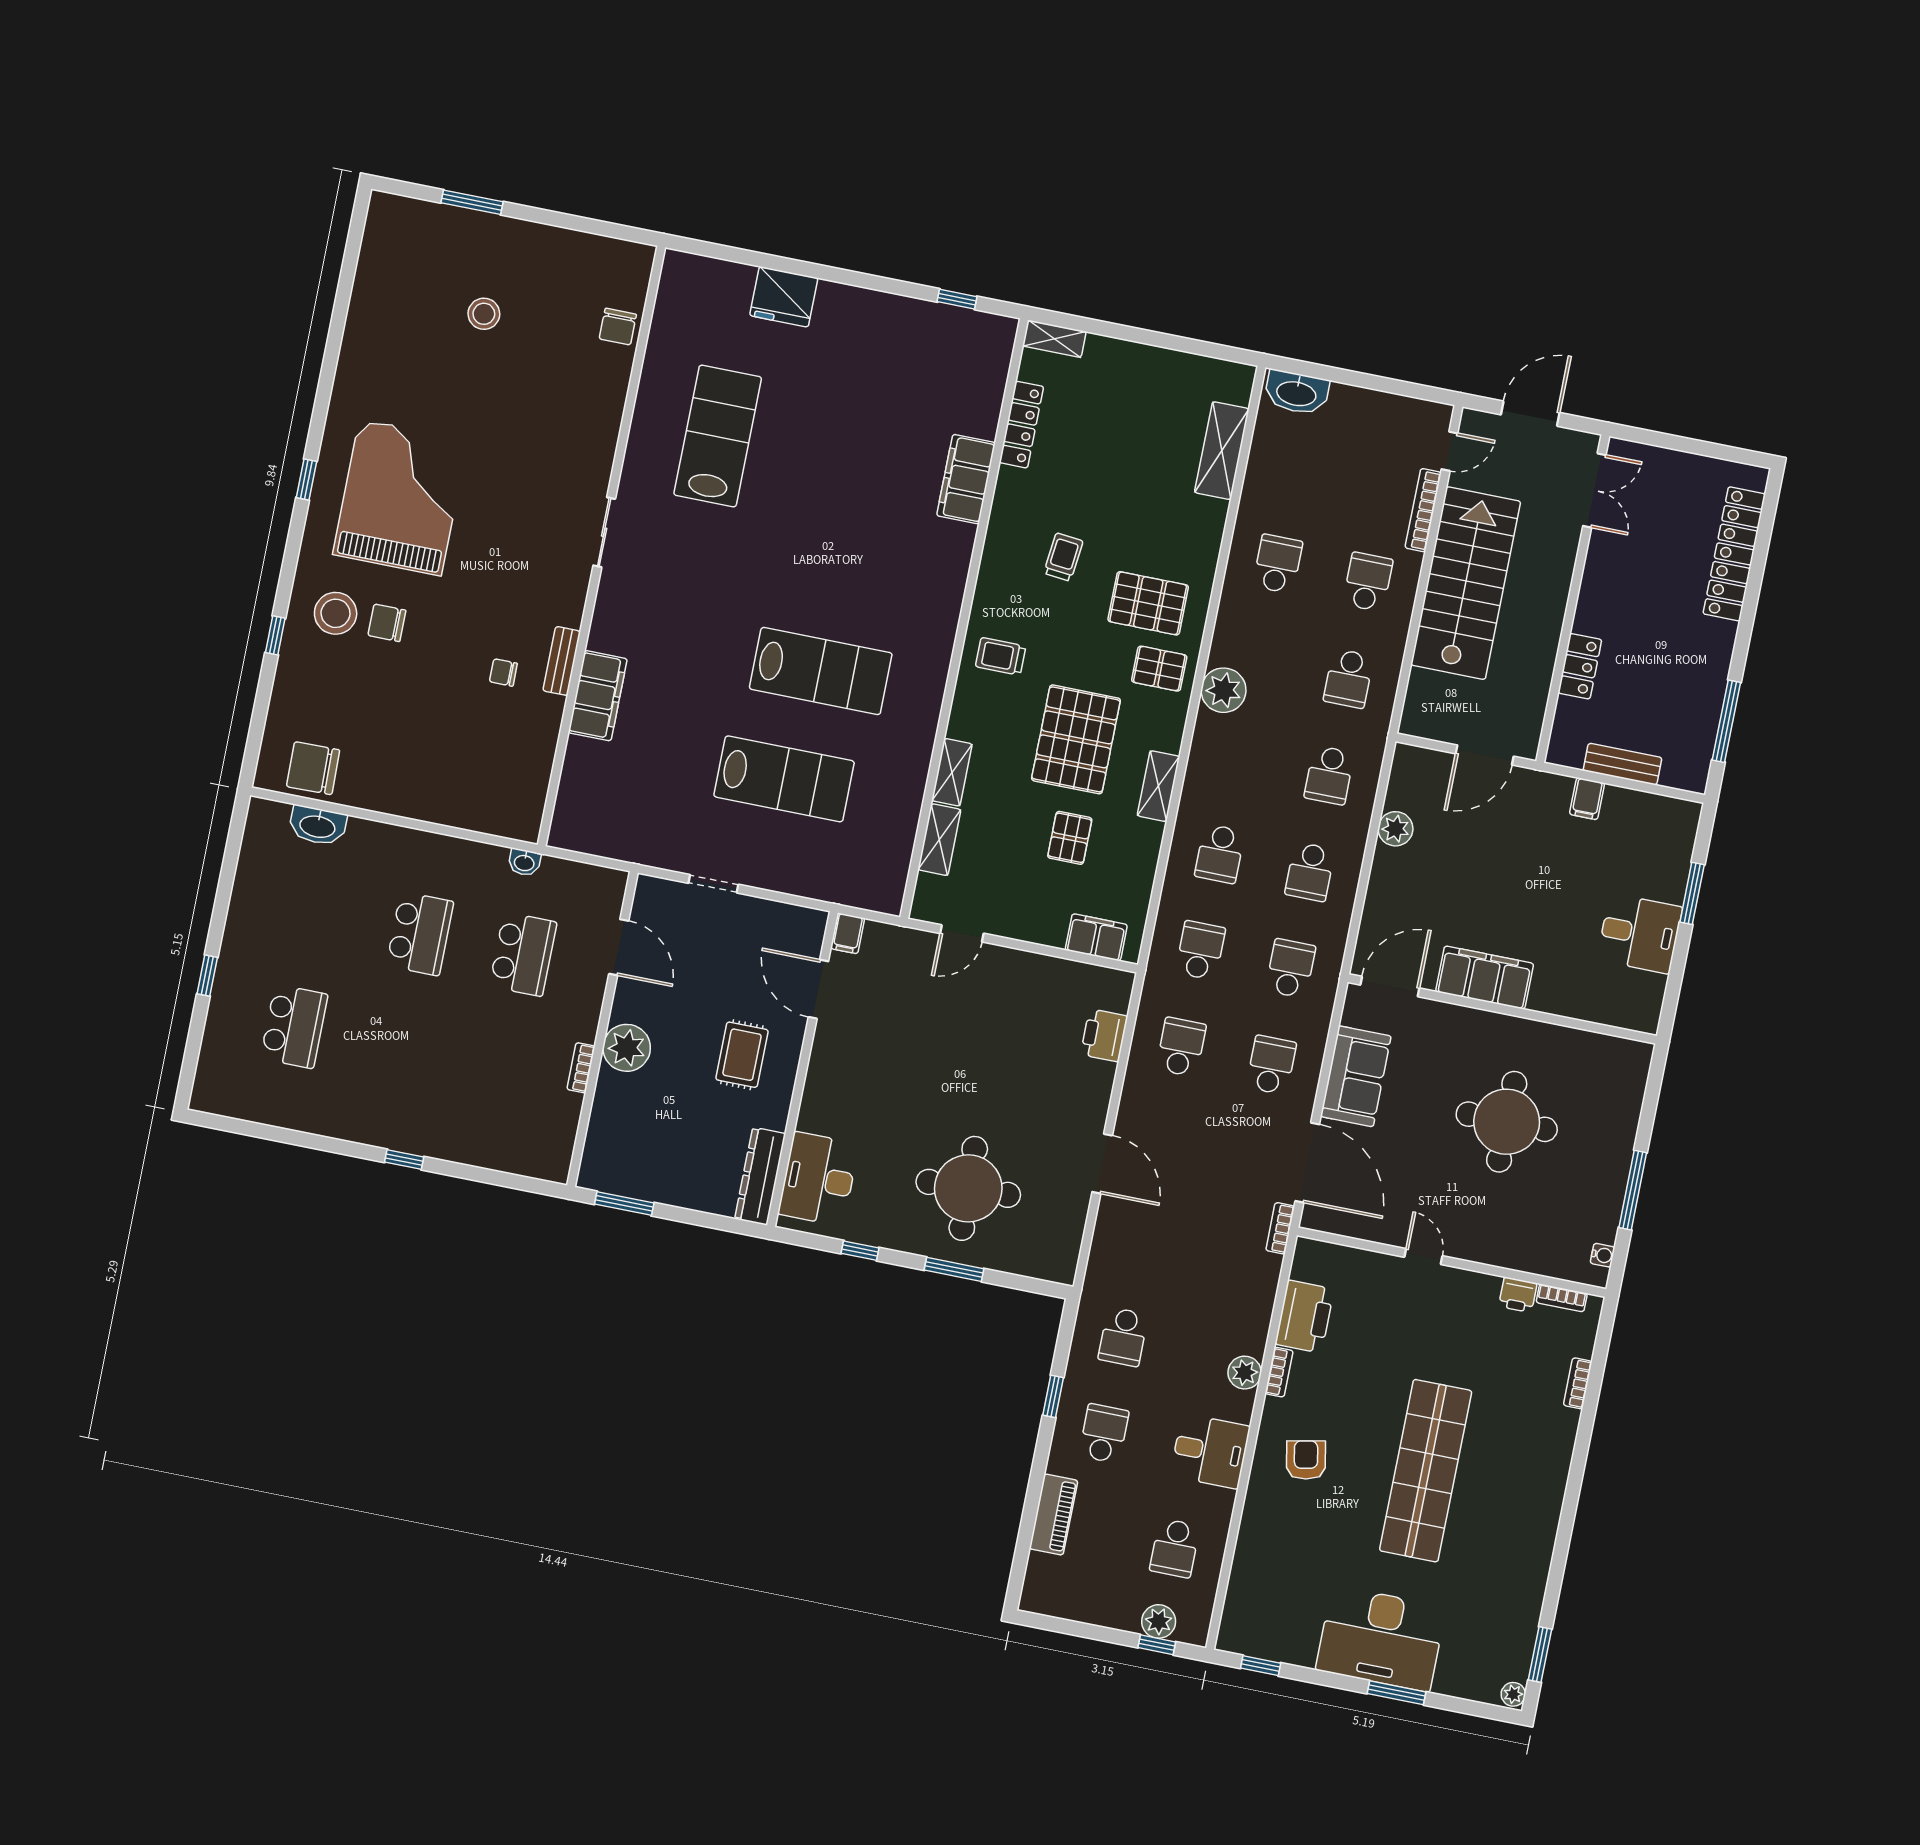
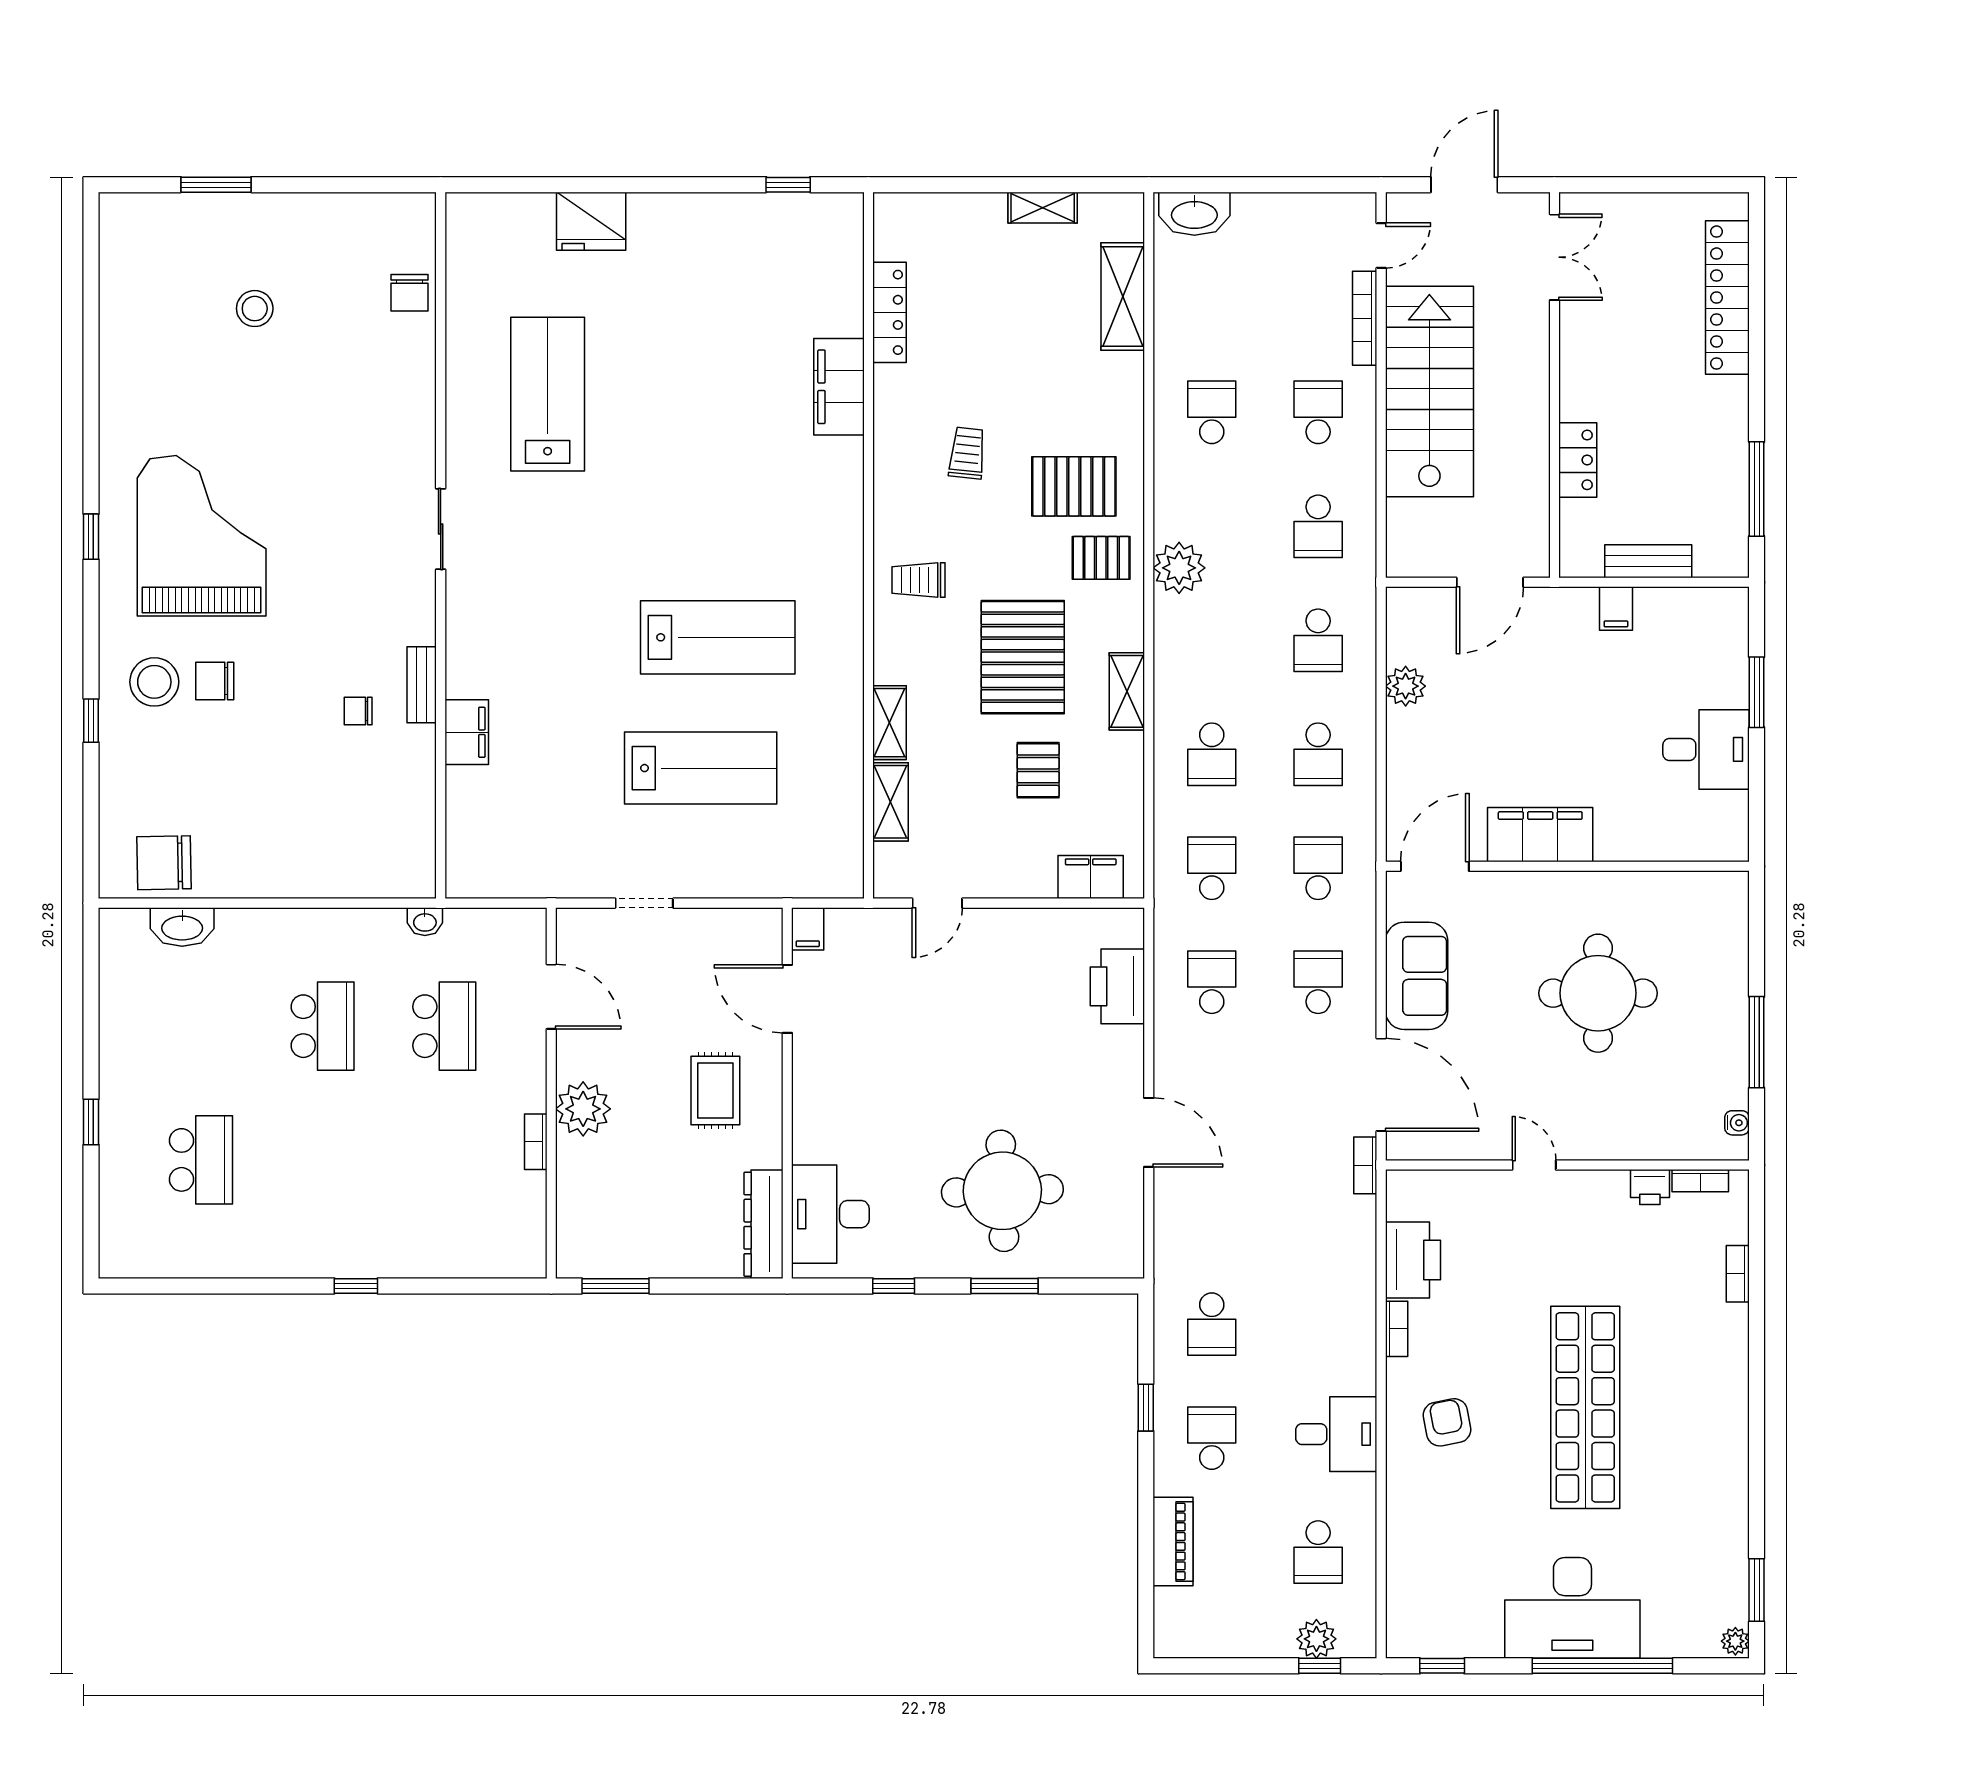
shelving: (1054, 339) -> (1043, 208), moved
filing cabinet: (598, 696) -> (467, 732), width x0.67, depth x0.86
printer: (1104, 1035) -> (1117, 986), width x1.37, depth x1.19
plant: (1245, 1373) -> (1358, 1337), removed
window: (1396, 1693) -> (1602, 1666), width x2.11

